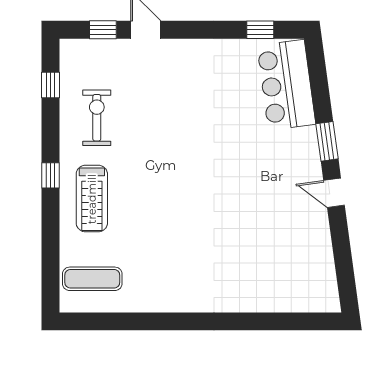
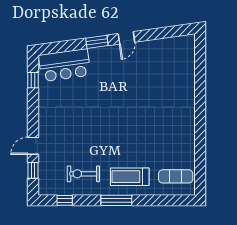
window: (50, 175) -> (116, 200), width x2.17
treadmill: (92, 199) -> (130, 177), turned 180
exercise mat: (92, 279) -> (176, 176), turned 90

